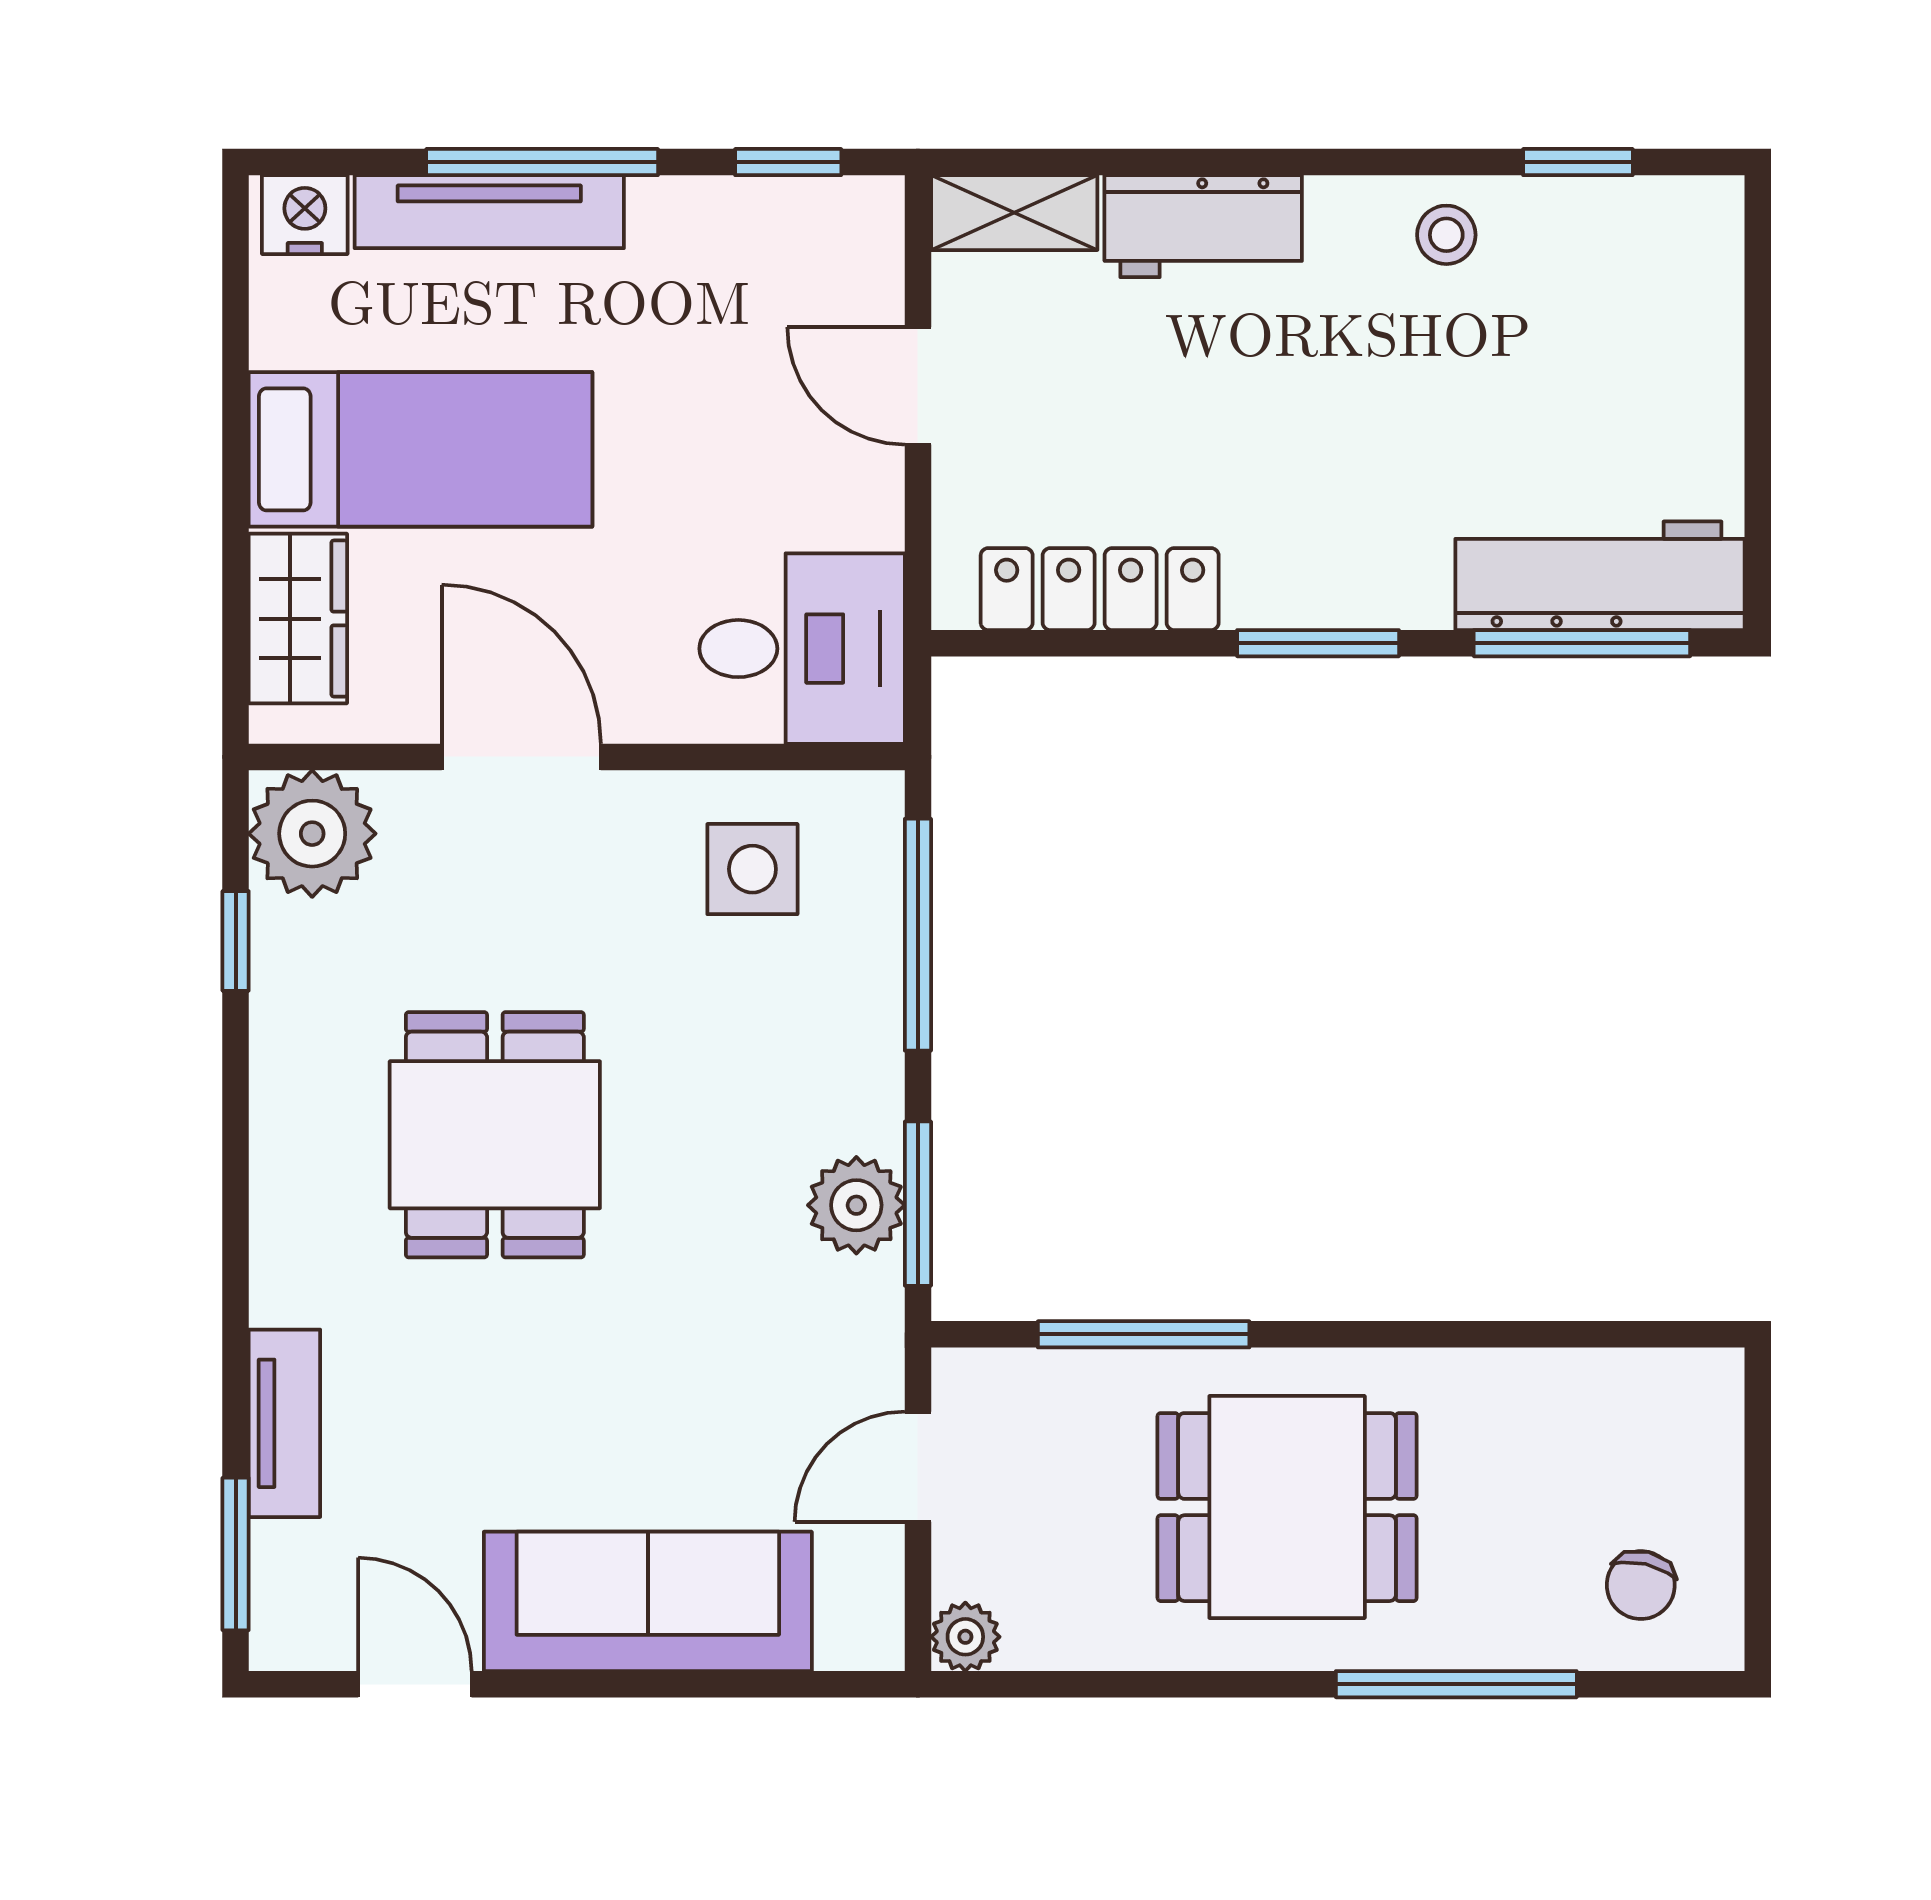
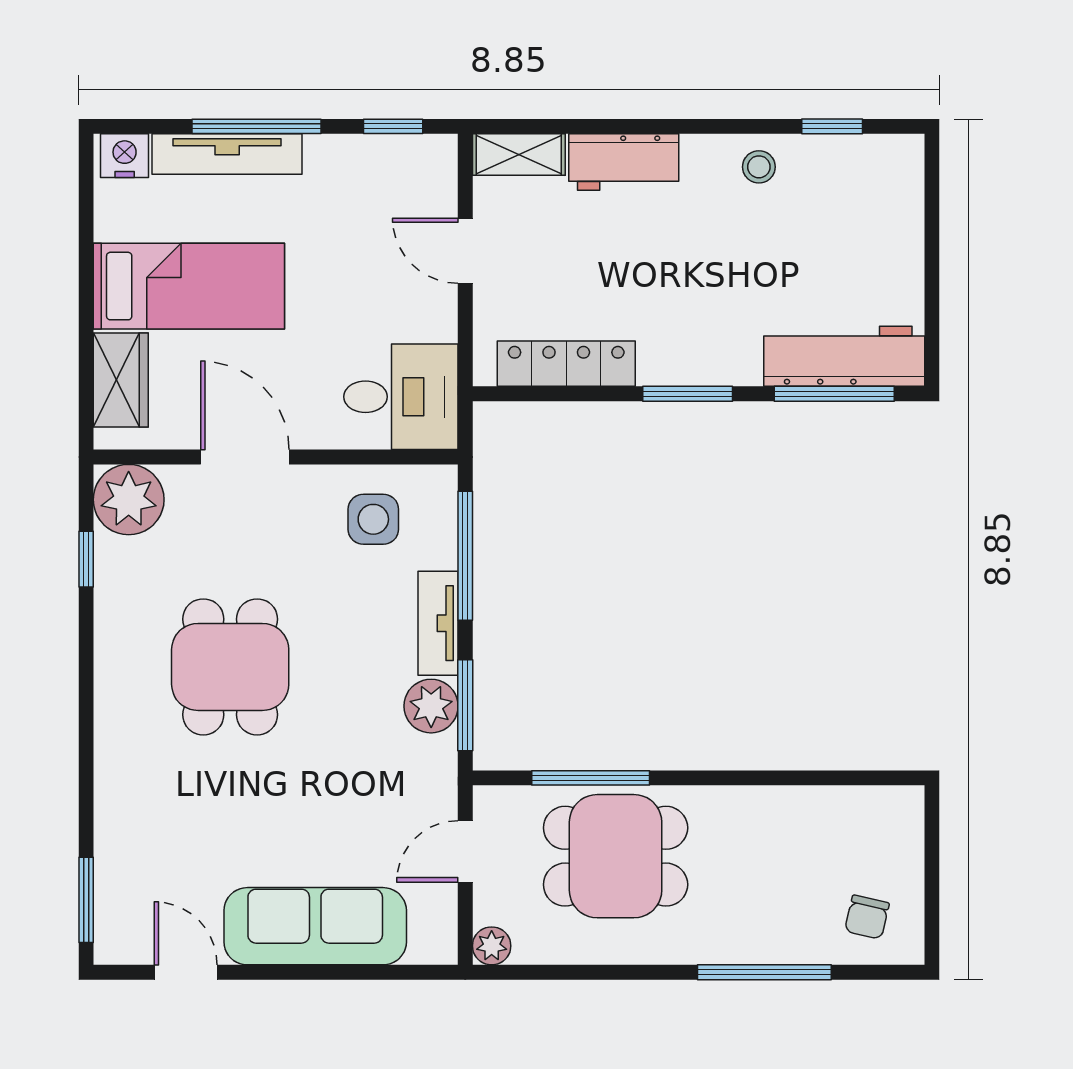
tv unit: (284, 1423) -> (438, 623), moved, turned 180
dining table: (1287, 1507) -> (616, 856), moved

